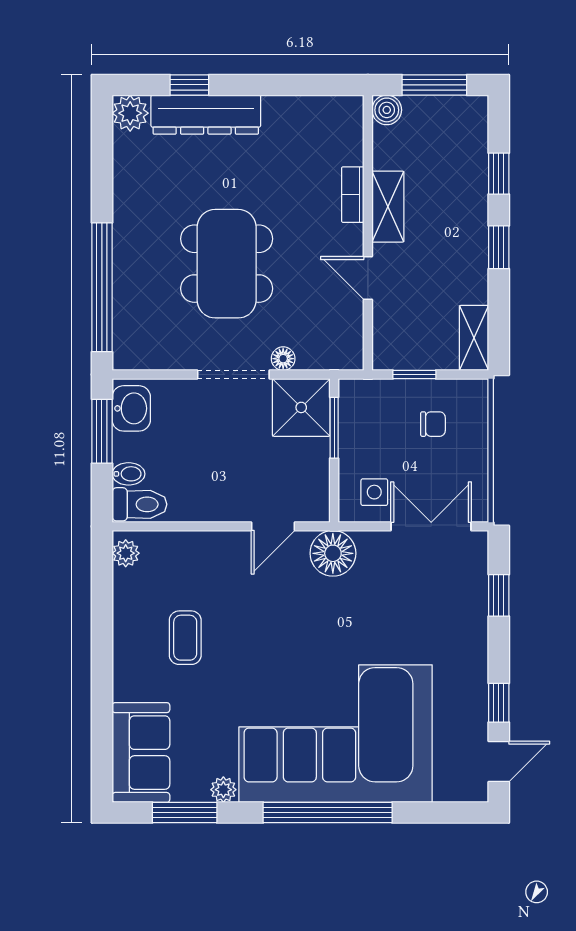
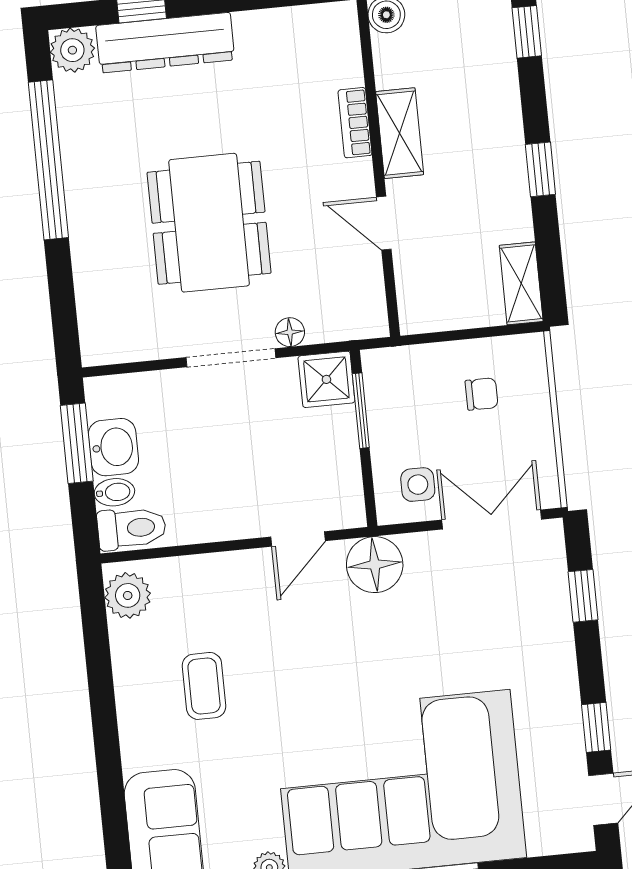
window: (499, 174) -> (527, 32), moved
window: (102, 287) -> (48, 160), moved
window: (414, 375) -> (453, 336), removed
shower: (301, 407) -> (326, 379), width x0.73, depth x0.73
washbasin: (131, 408) -> (113, 447), moved
plant: (126, 553) -> (128, 595), width x1.38, depth x1.38

